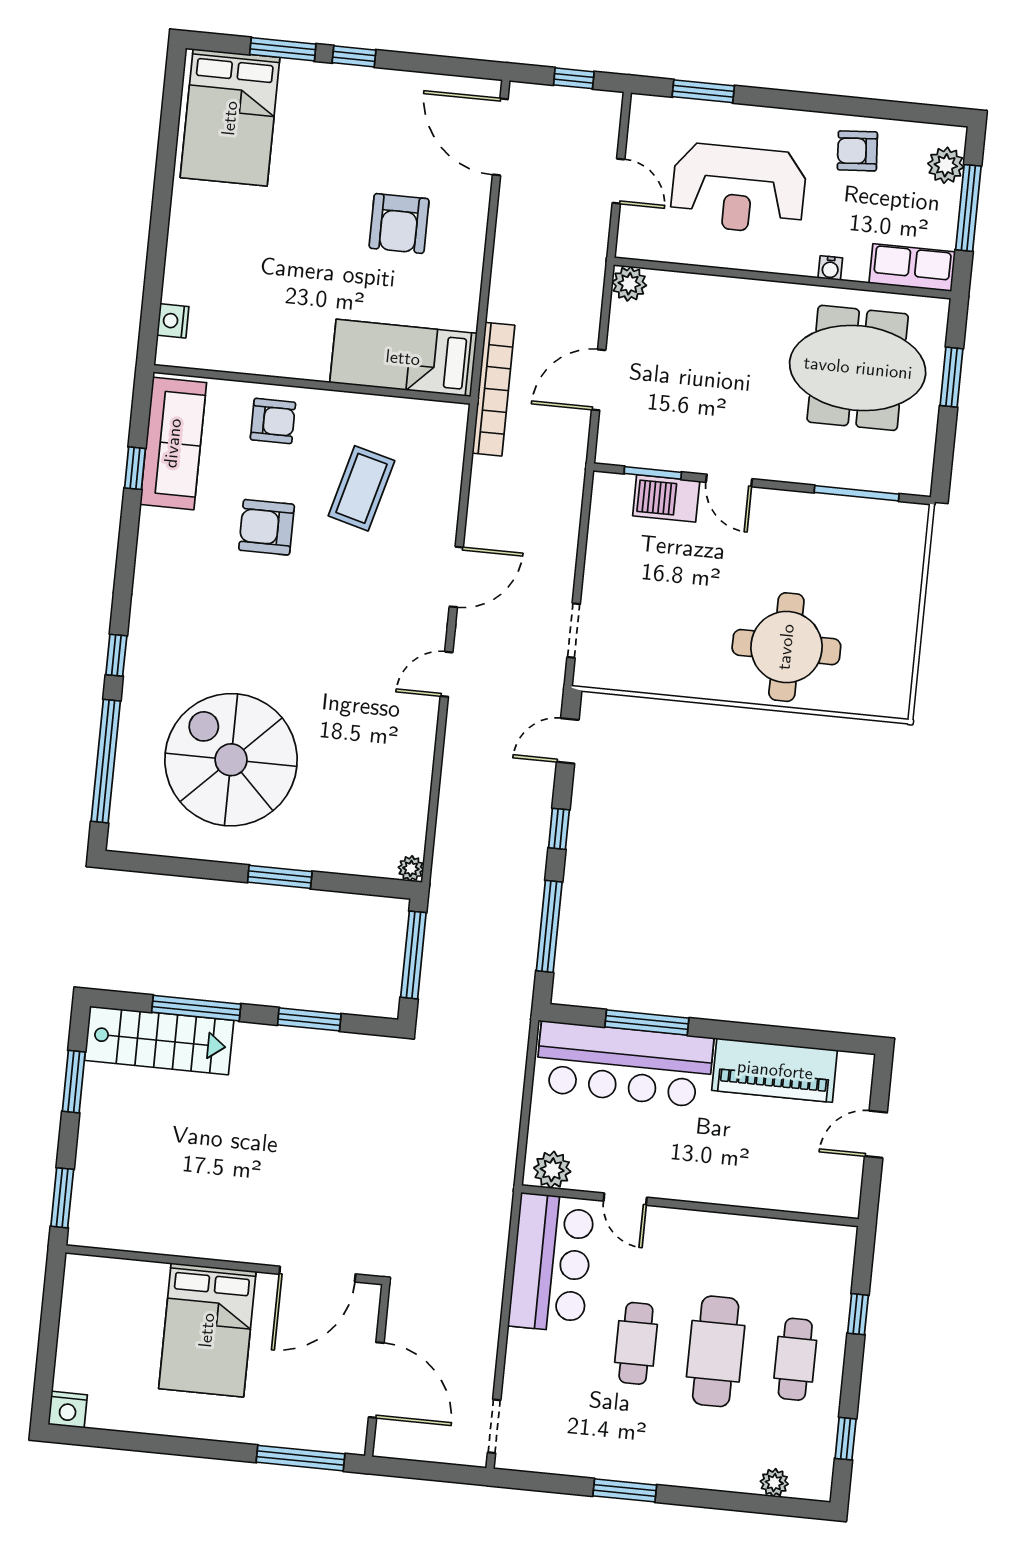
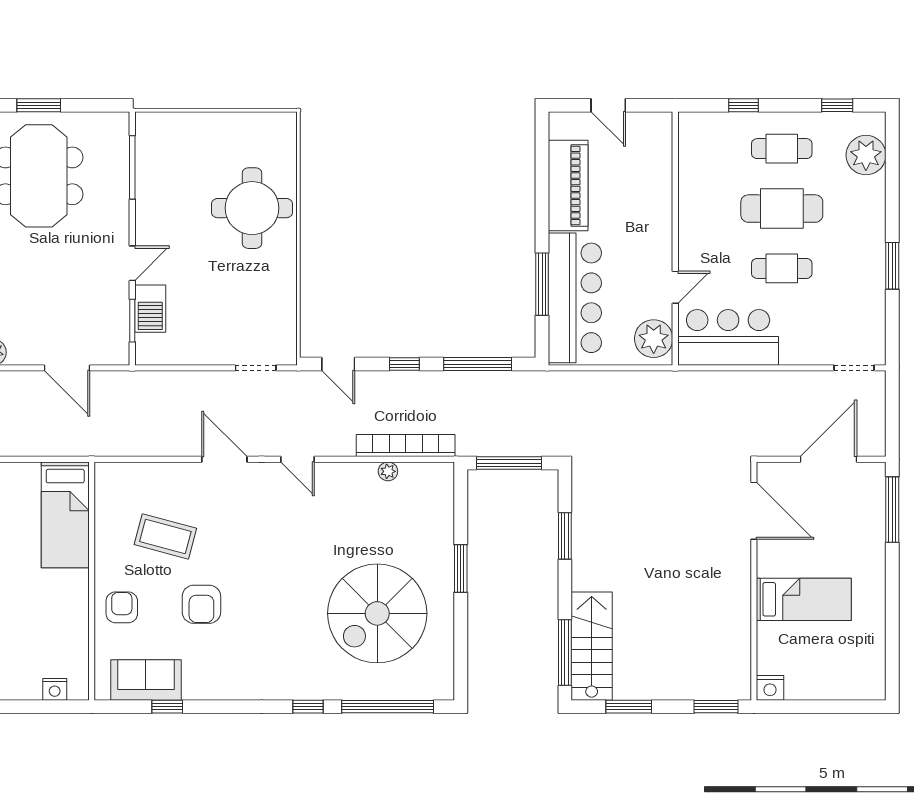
bookcase: (493, 389) -> (406, 446), moved
sofa: (173, 443) -> (146, 680), width x0.73
plant: (411, 869) -> (388, 471), moved
window: (196, 1008) -> (565, 653), moved
plant: (552, 1170) -> (654, 339), width x1.36, depth x1.36
bed: (207, 1330) -> (804, 599), width x0.67
nightstand: (68, 1410) -> (770, 688), moved, turned 90
plant: (774, 1483) -> (866, 155), width x1.88, depth x1.88

